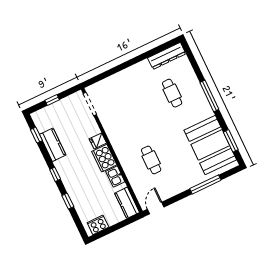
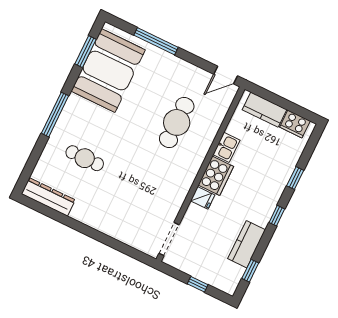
cafe table: (172, 93) -> (85, 158), turned 90
cafe table: (151, 160) -> (177, 122), width x1.37, depth x1.35
kitchen counter: (127, 203) -> (264, 110), moved, turned 90

